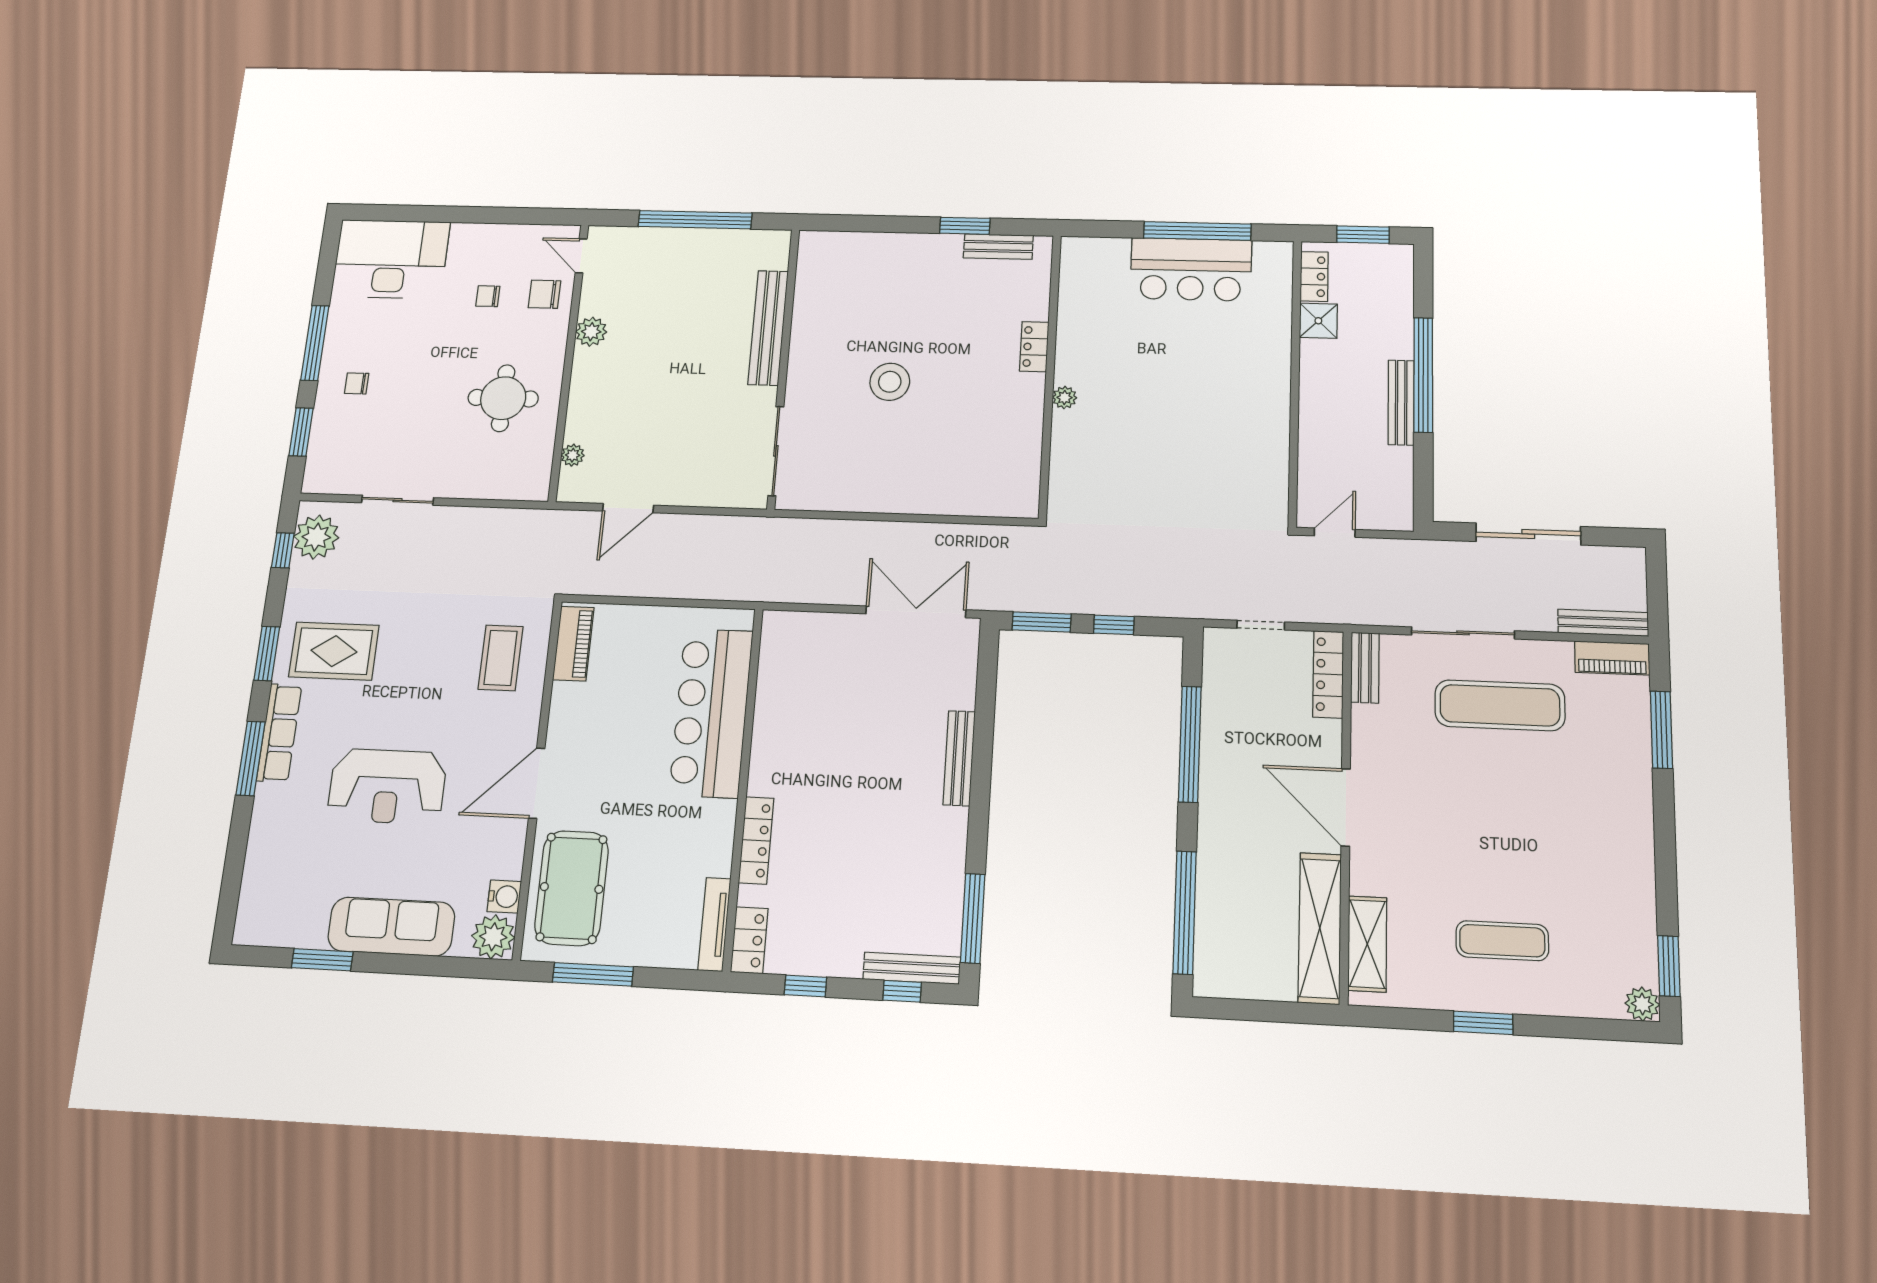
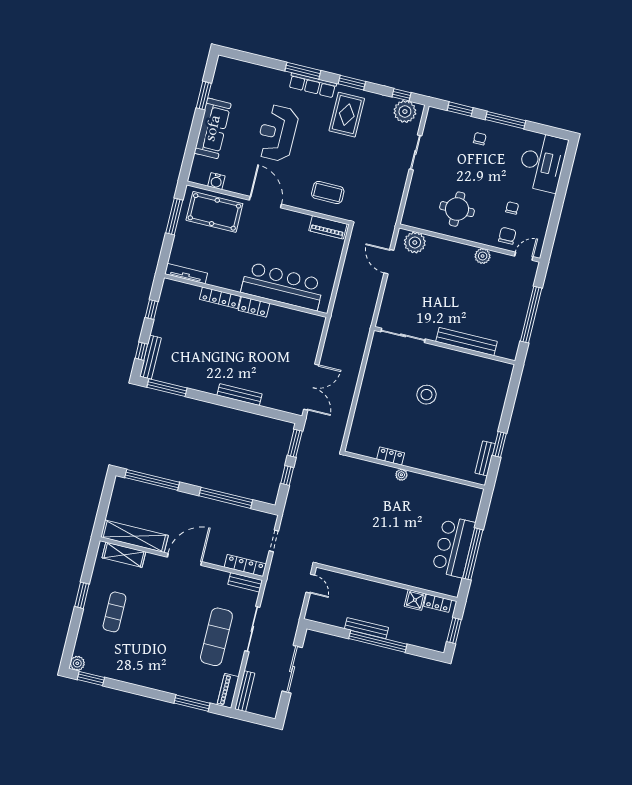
locker: (1034, 347) -> (391, 456), moved
plant: (573, 455) -> (415, 242), width x1.88, depth x1.88
plant: (493, 937) -> (199, 174), removed
locker: (749, 940) -> (254, 307), moved

